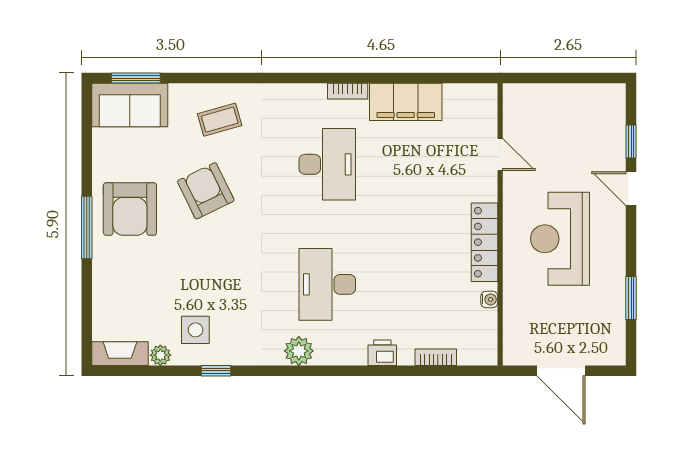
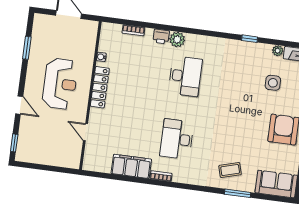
window: (136, 78) -> (238, 193), moved
window: (631, 141) -> (14, 143), moved
armchair: (206, 191) -> (242, 134), removed
side table: (195, 330) -> (273, 83), moved
plant: (299, 351) -> (177, 40), moved

